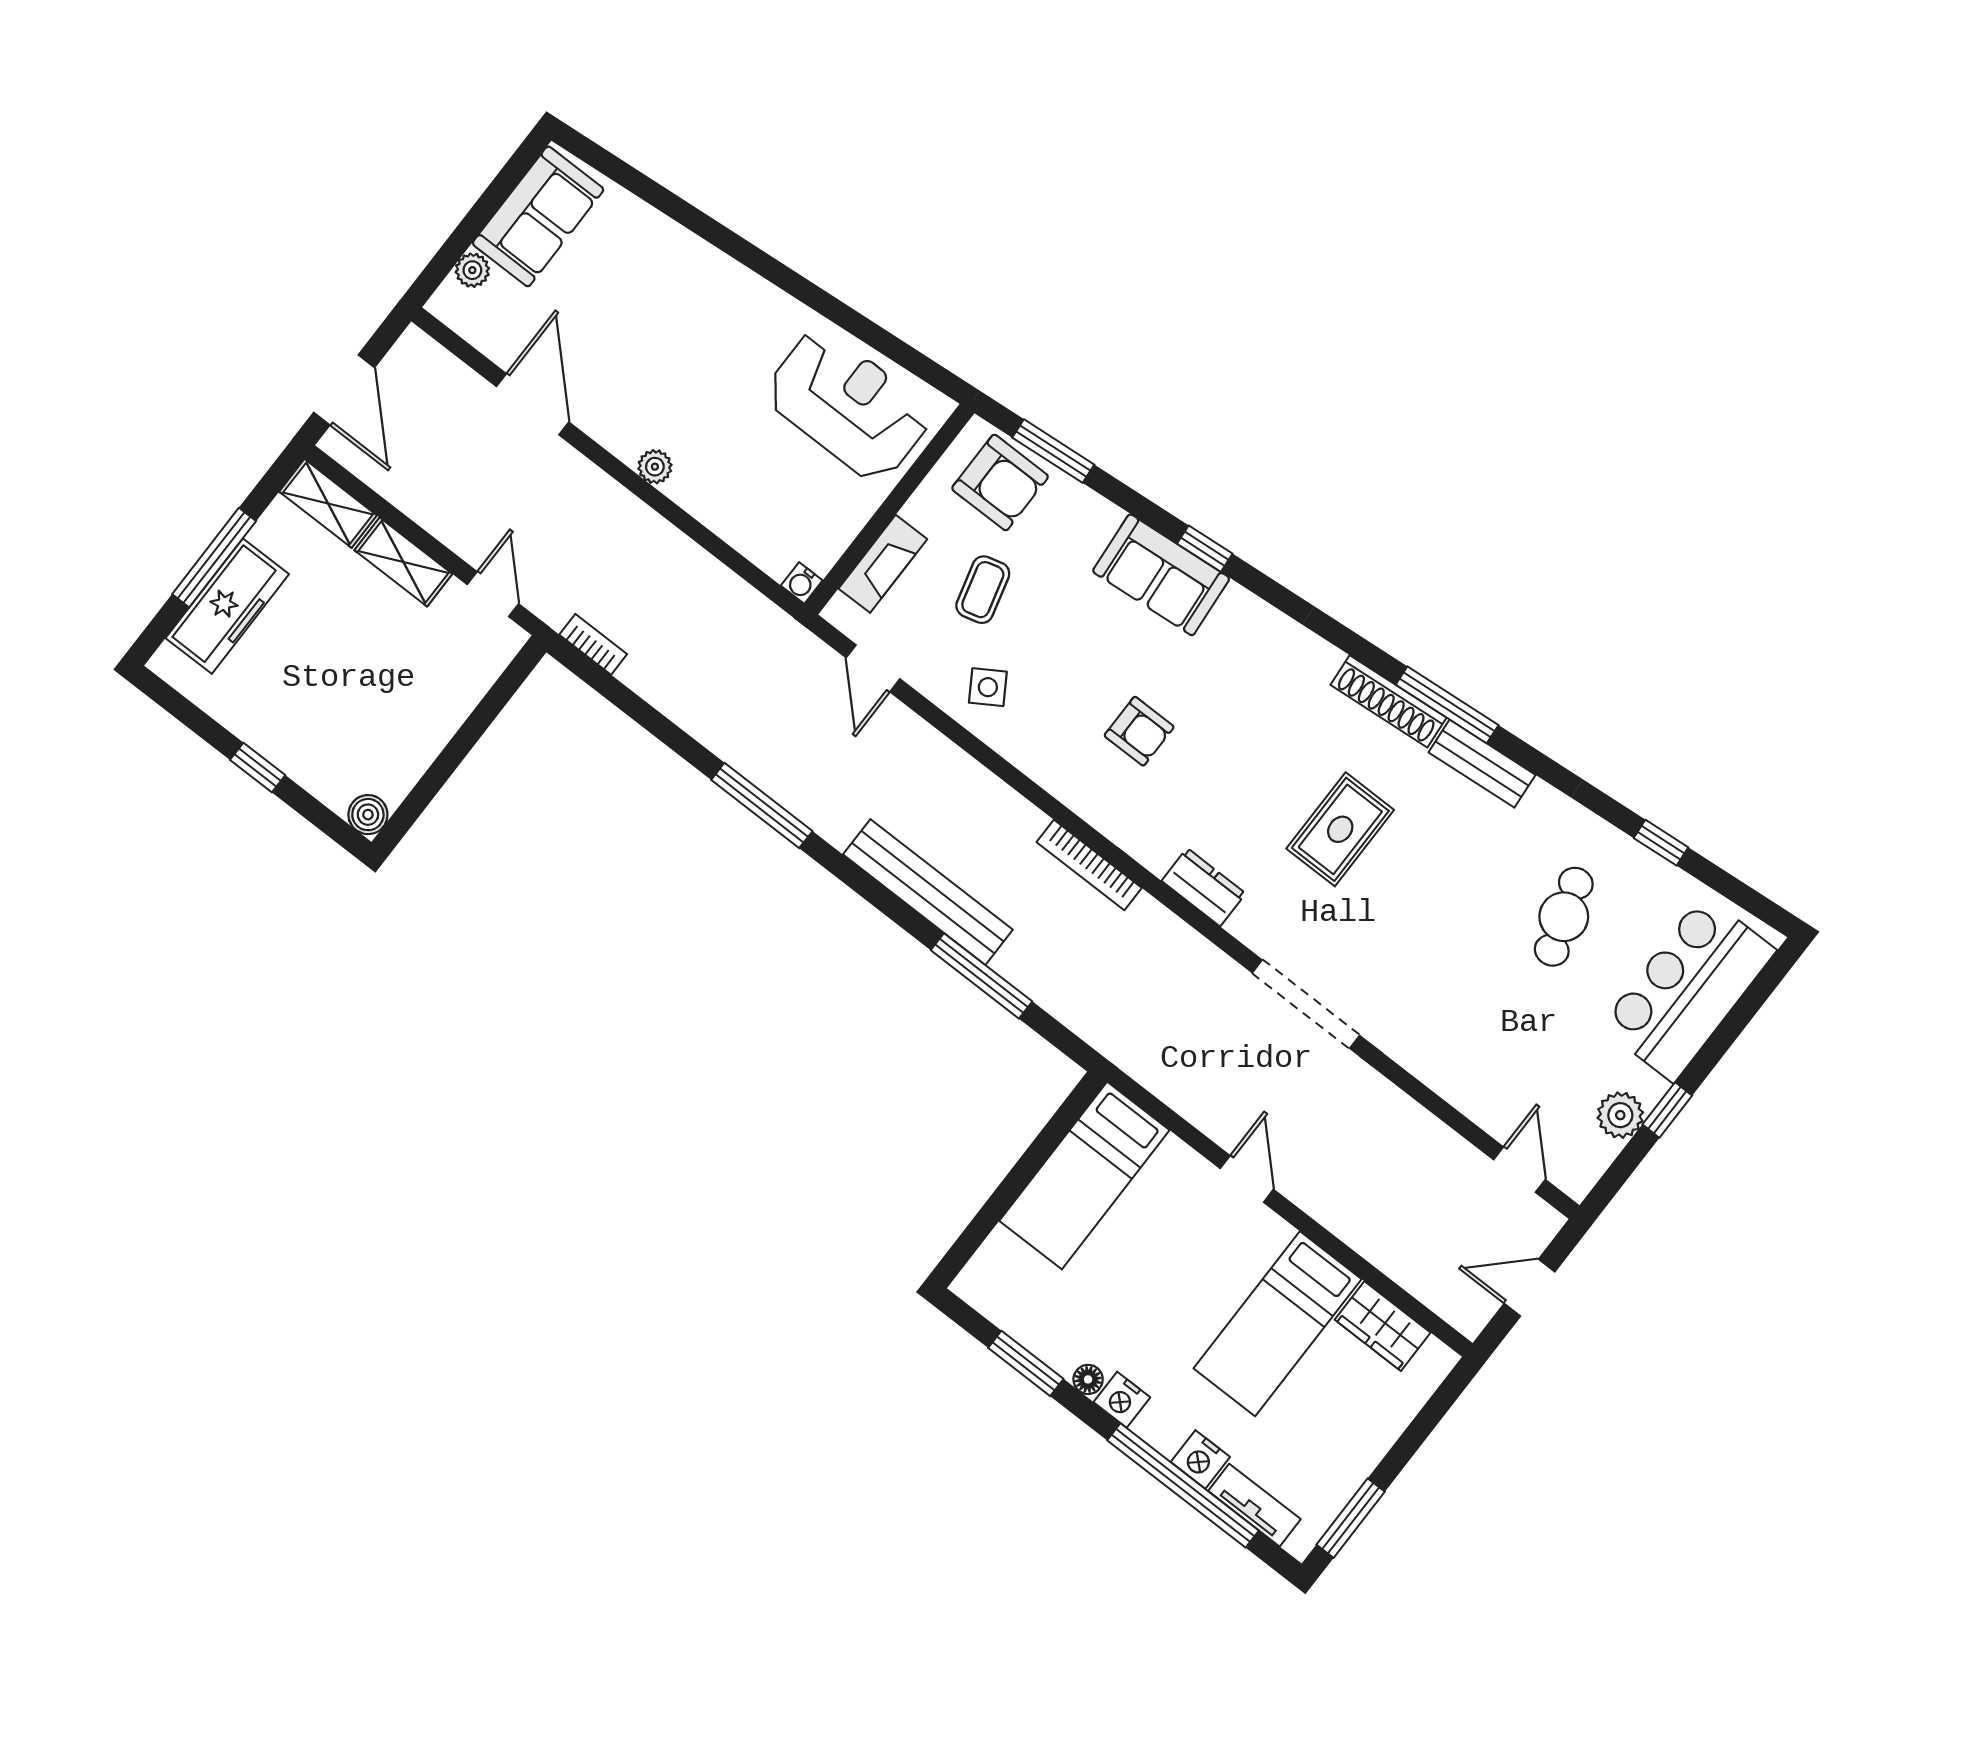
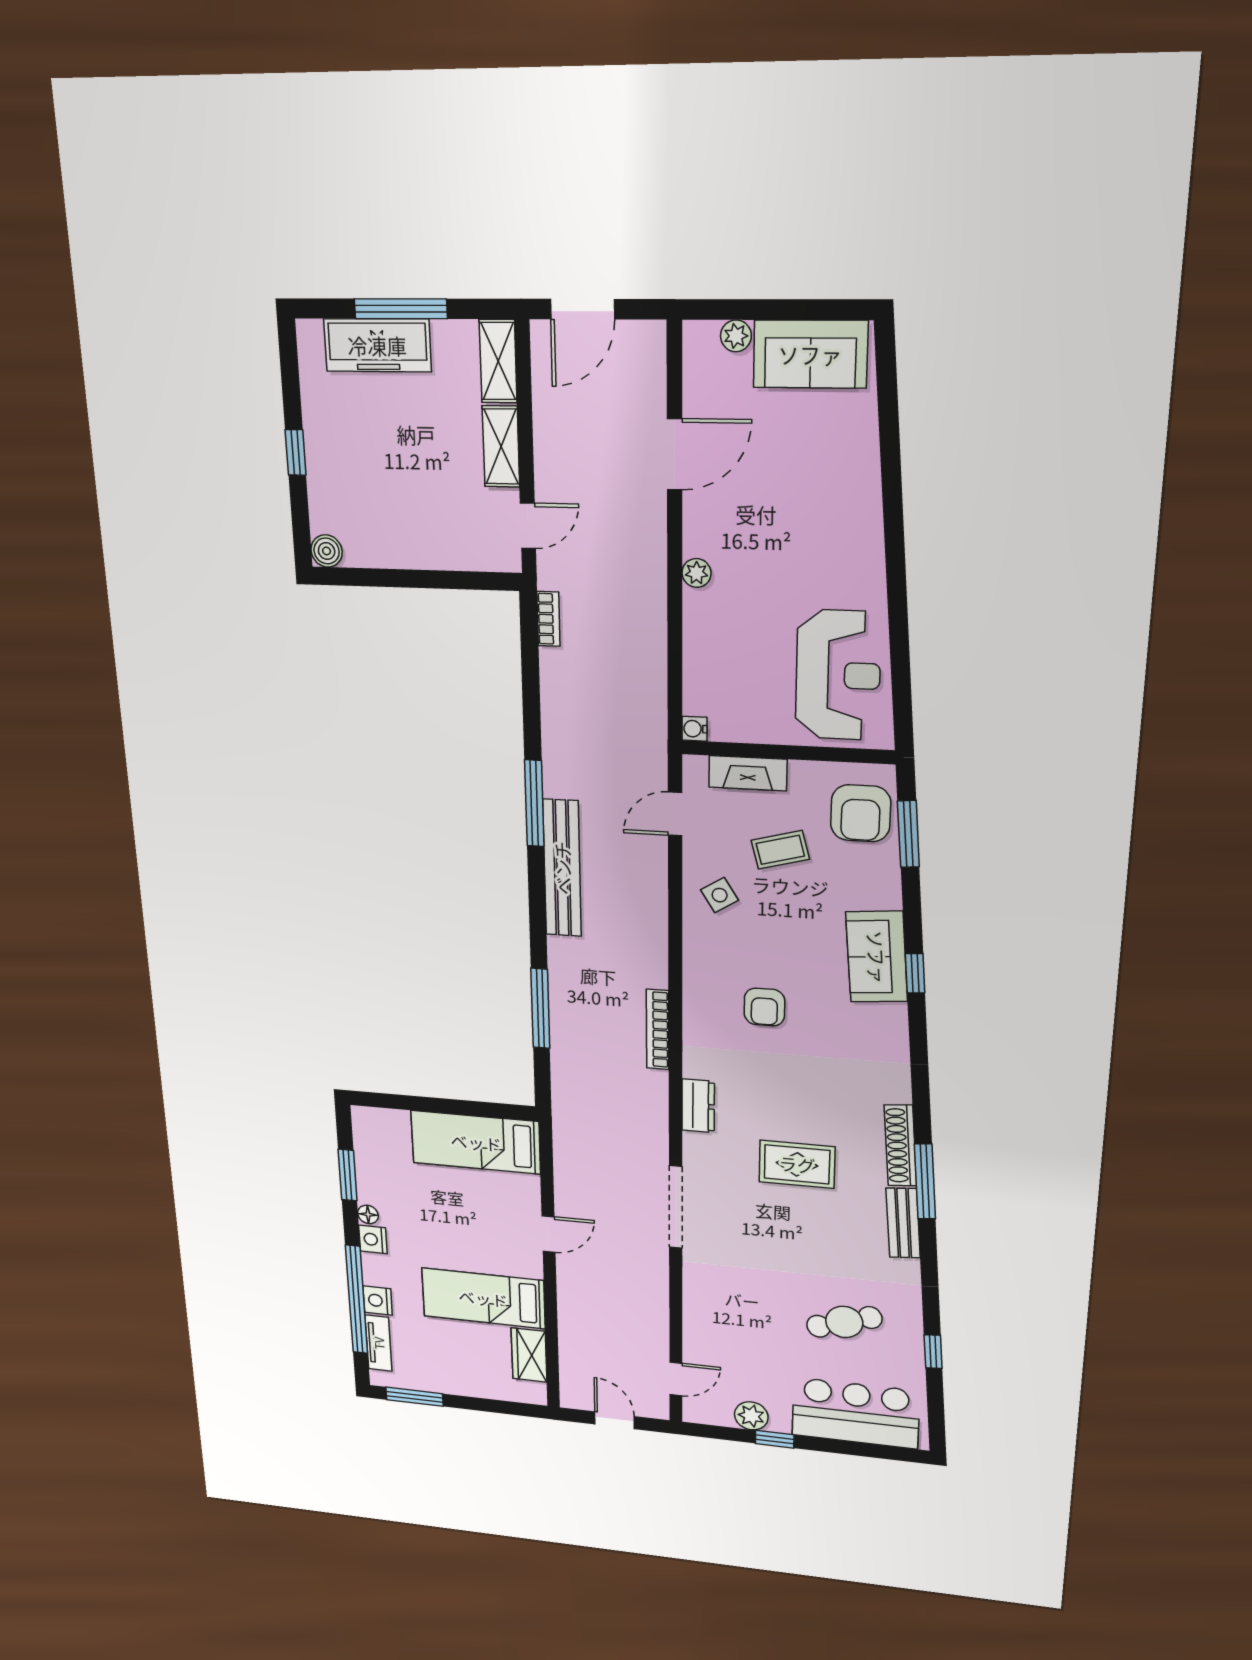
bench: (928, 892) -> (562, 868), moved

